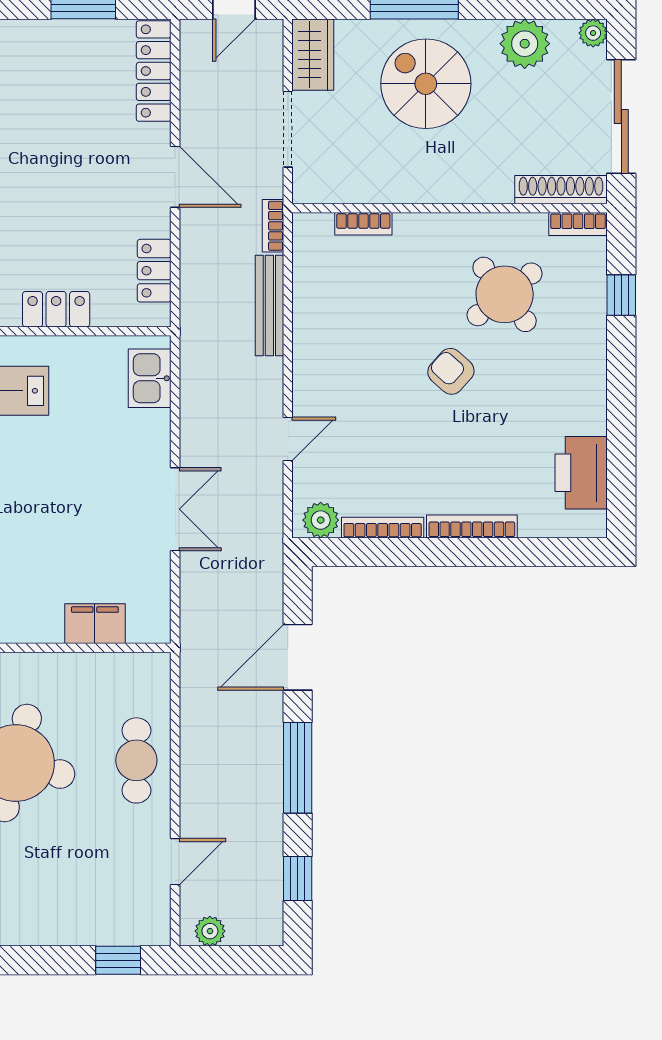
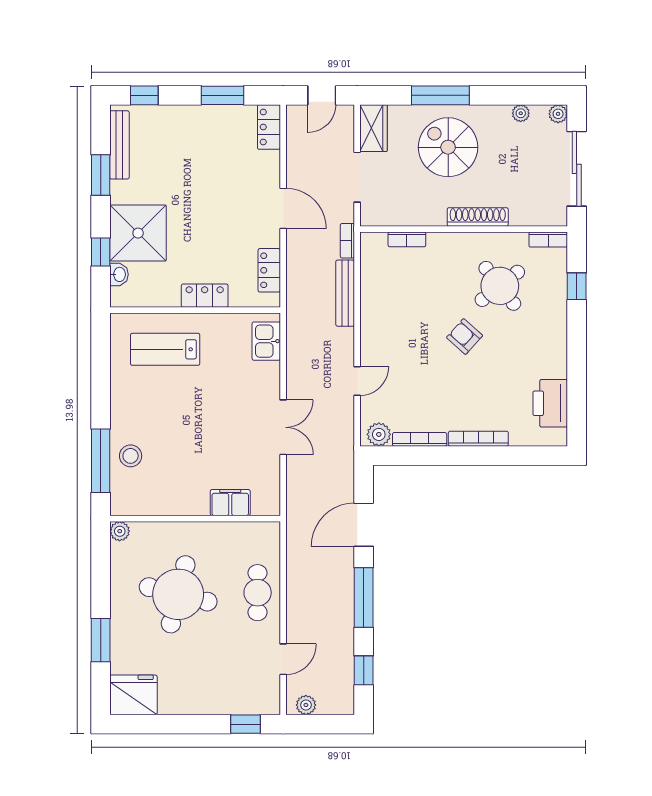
plant: (525, 44) -> (521, 113), width x0.53, depth x0.53
locker: (154, 71) -> (269, 127), width x0.66
shoe rack: (561, 190) -> (478, 217), moved

